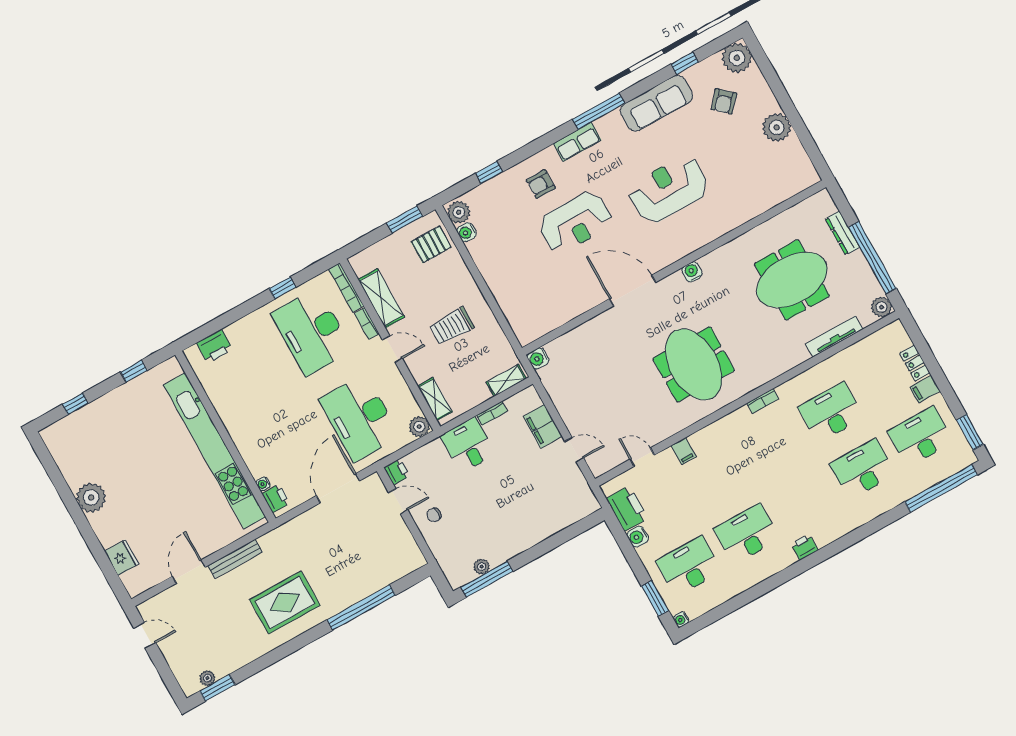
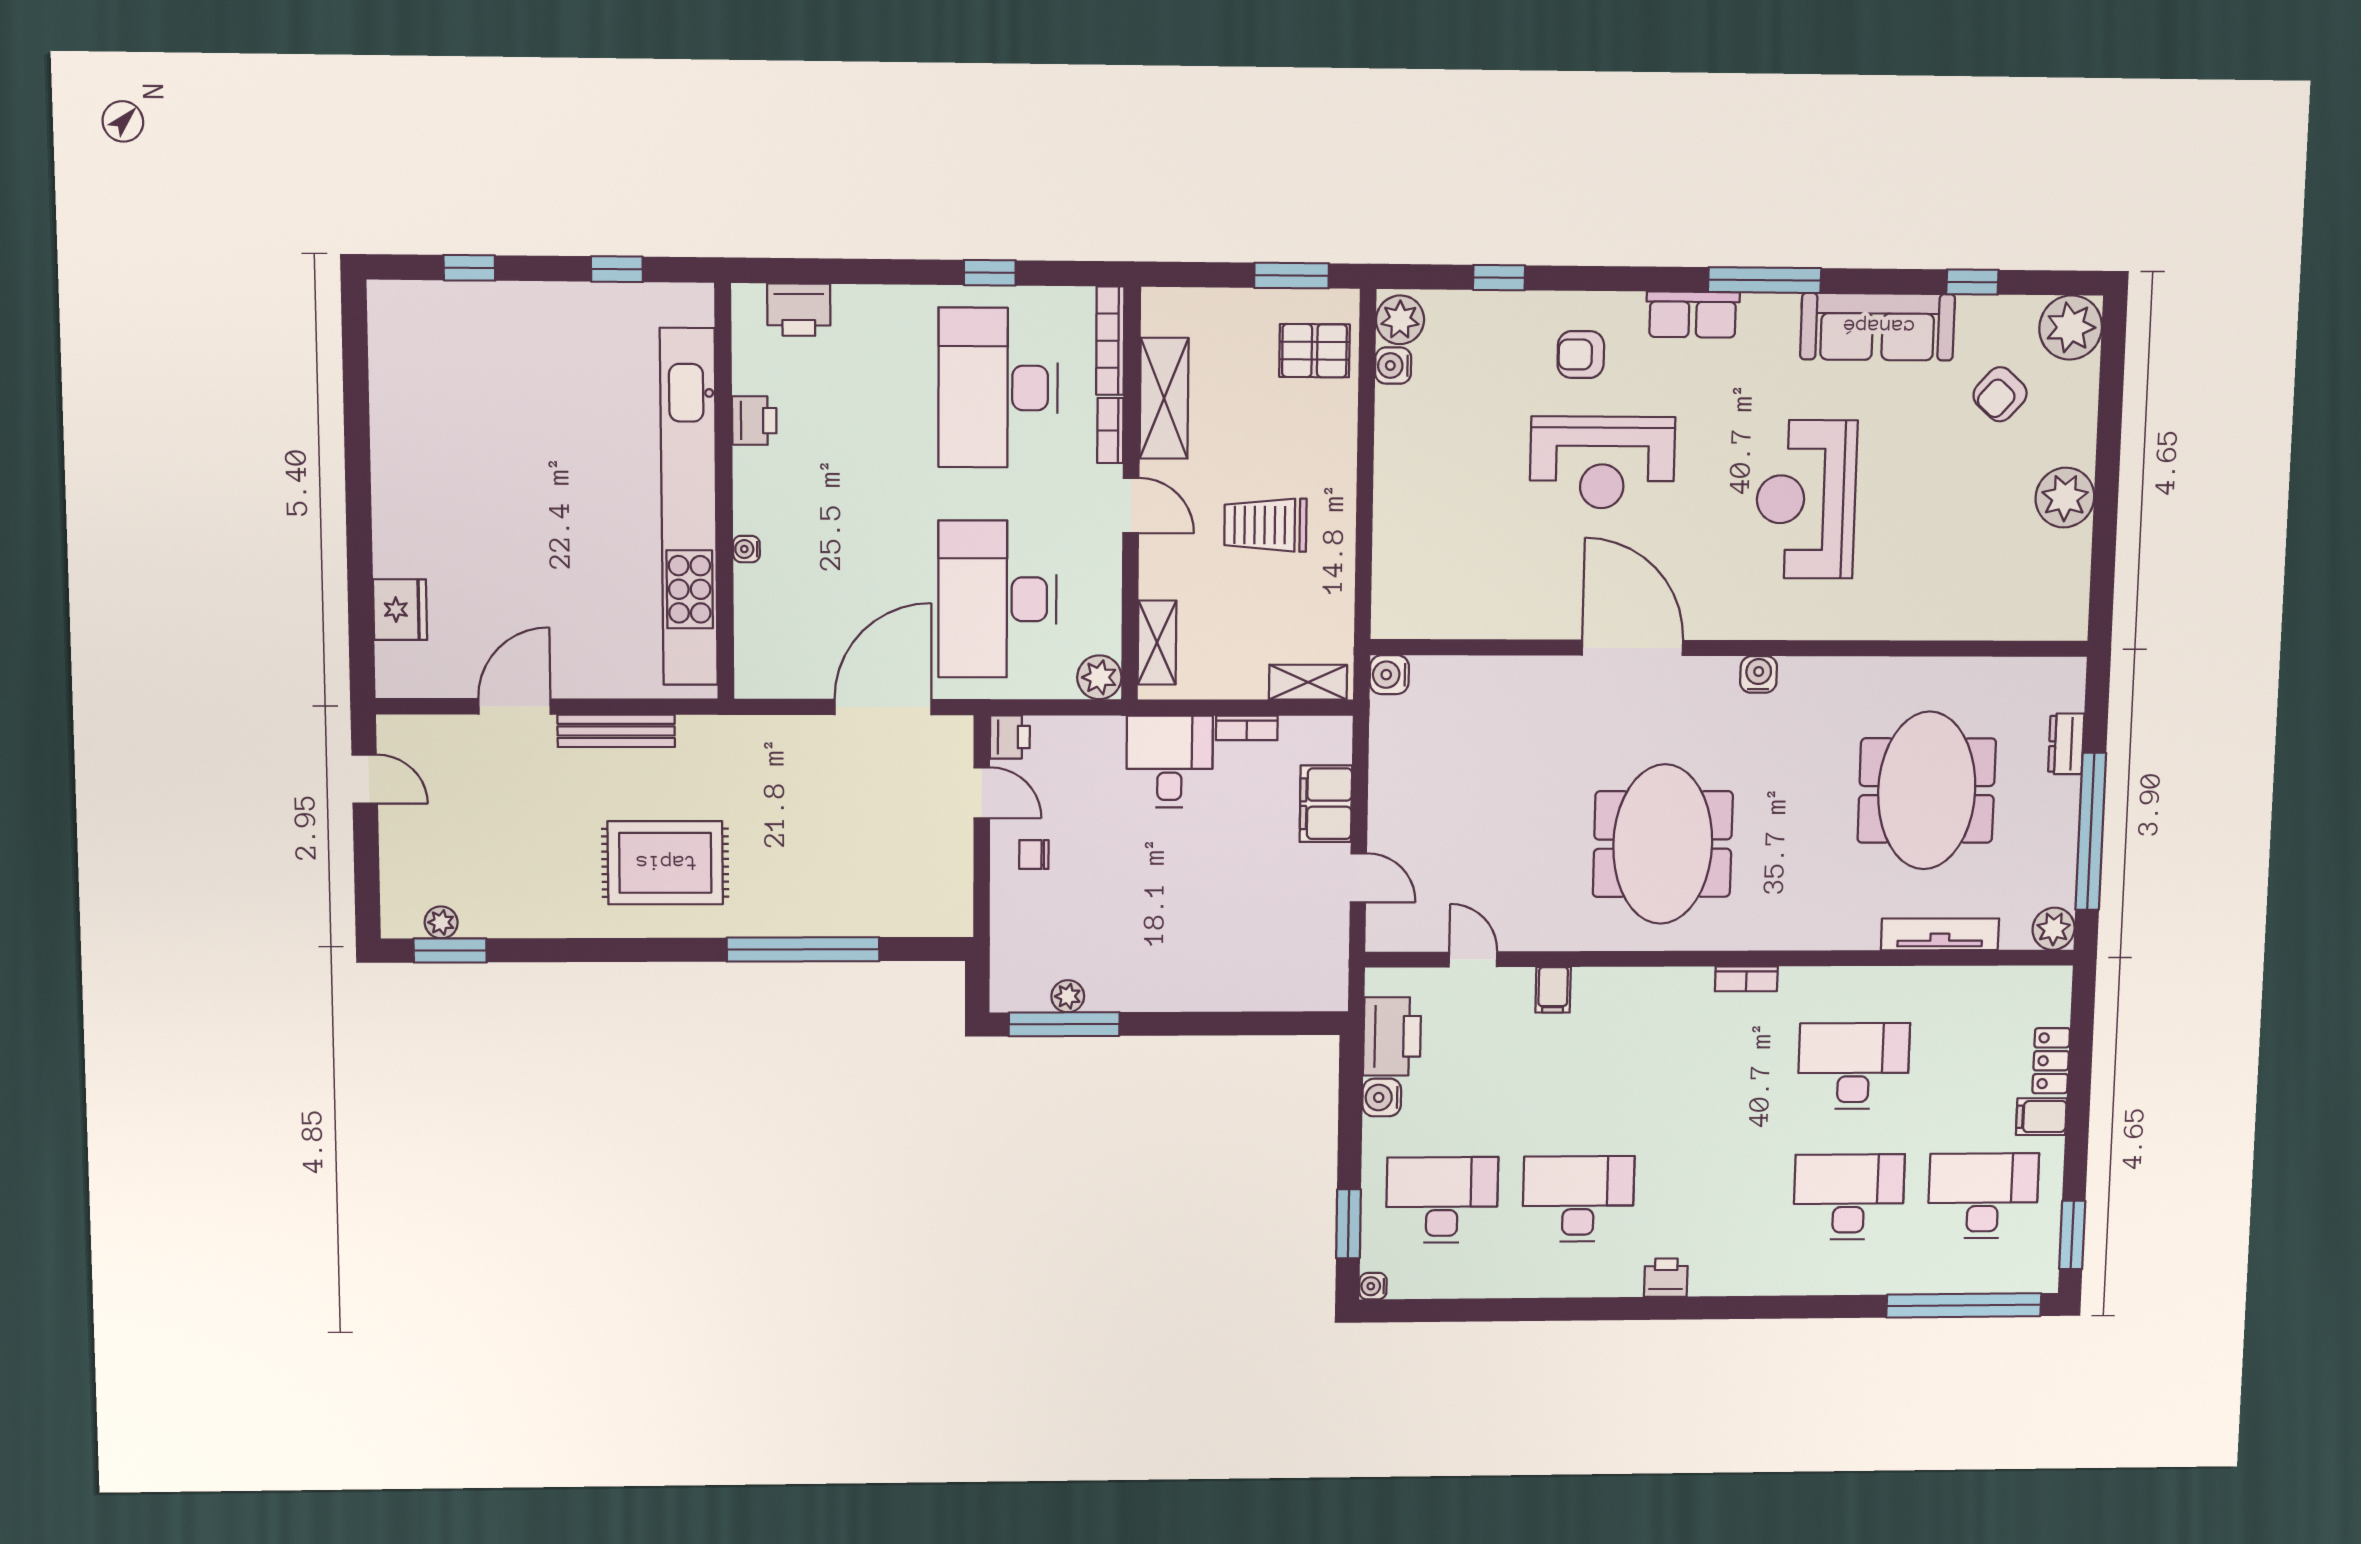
reception desk: (669, 189) -> (1806, 499), turned -90
dresser: (842, 233) -> (2066, 744), width x0.70
meeting table: (792, 280) -> (1927, 791), turned 90
water cooler: (263, 484) -> (746, 549), moved
plant: (91, 498) -> (403, 464), removed
printer: (276, 498) -> (754, 421), moved

